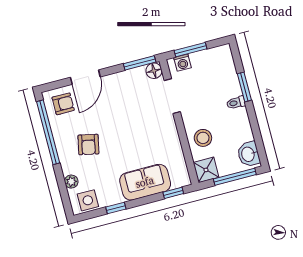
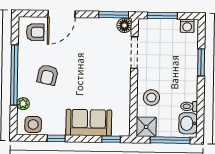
washing machine: (182, 63) -> (187, 26), moved
toilet: (236, 103) -> (189, 106), moved
window: (48, 132) -> (14, 75), moved

